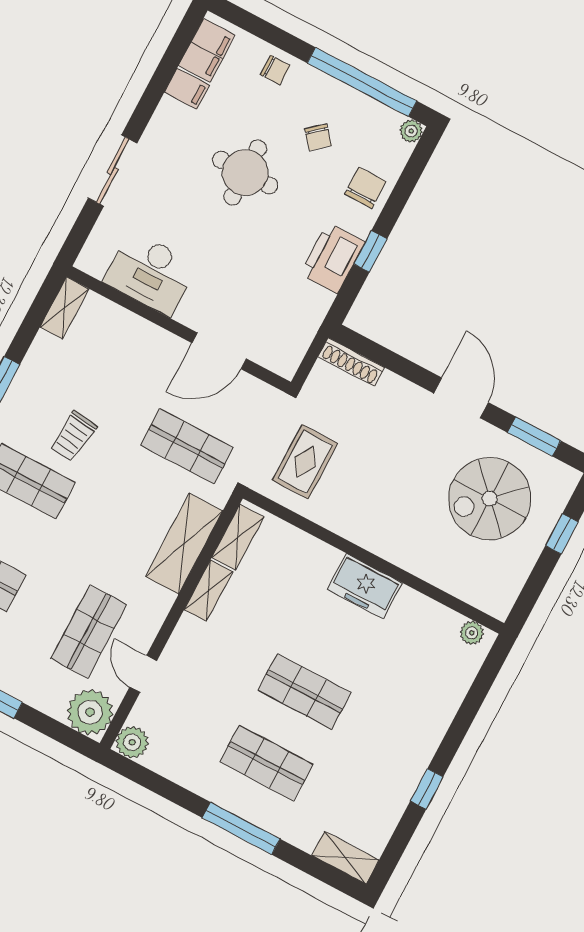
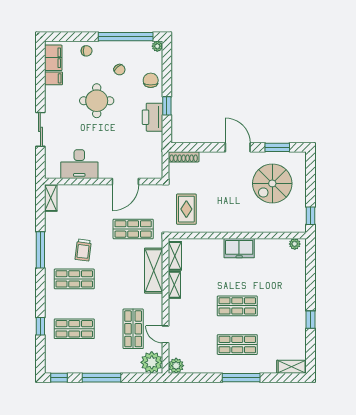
window: (562, 534) -> (310, 216), moved

